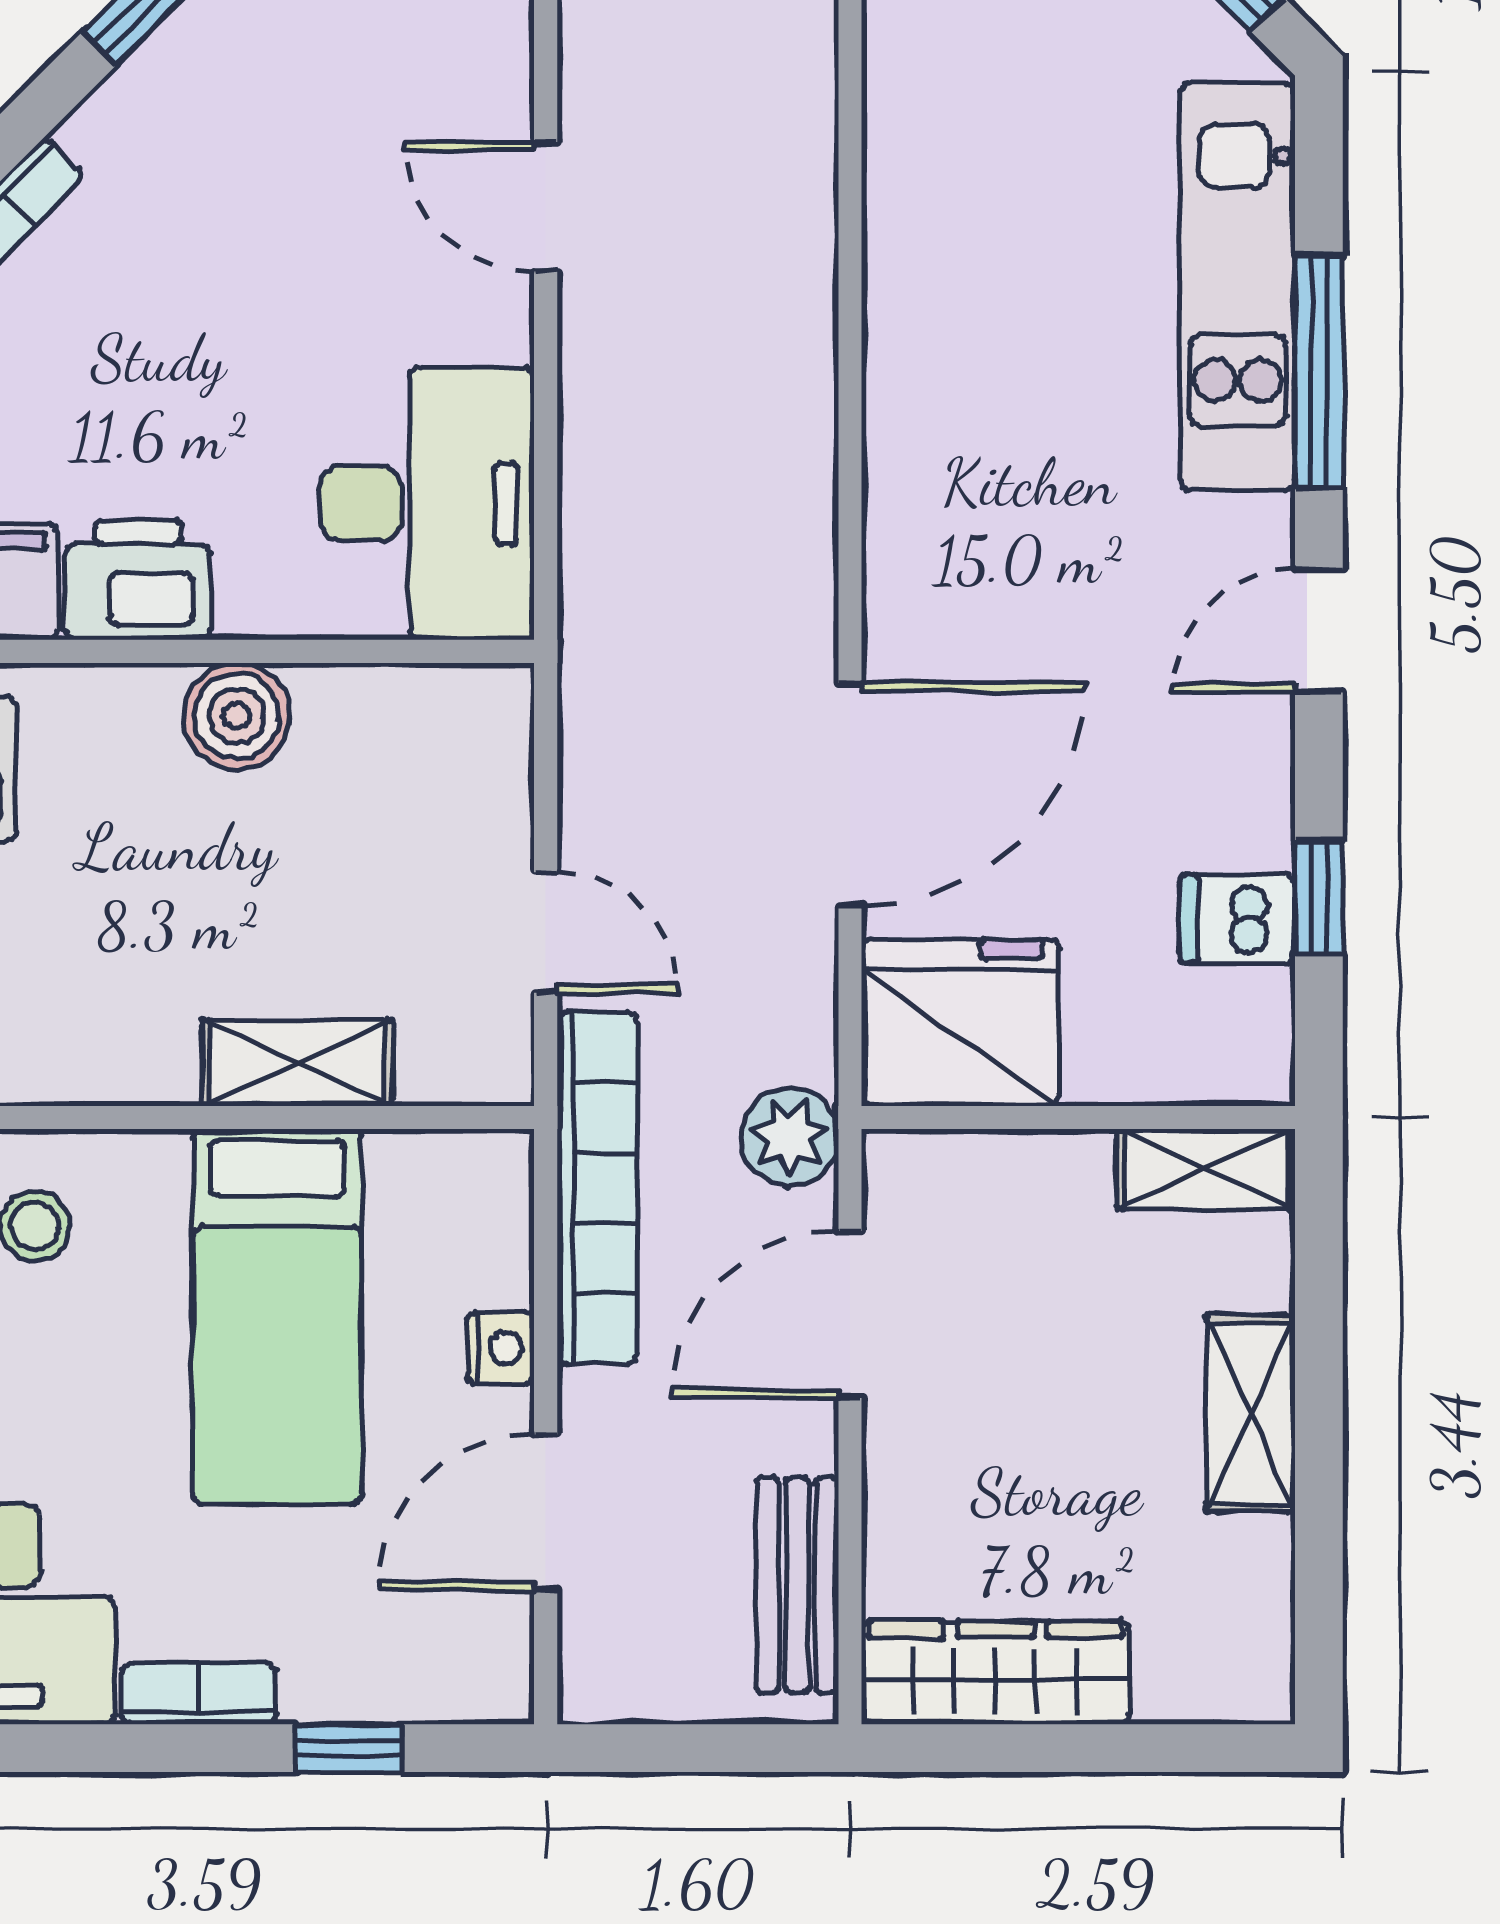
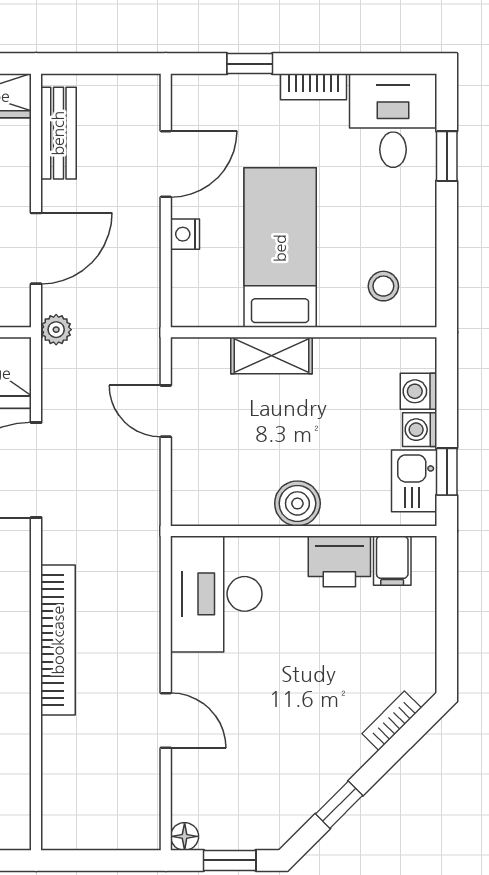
plant: (789, 1137) -> (56, 330), width x0.73, depth x0.73
bookcase: (597, 1188) -> (58, 640), moved, turned 180

